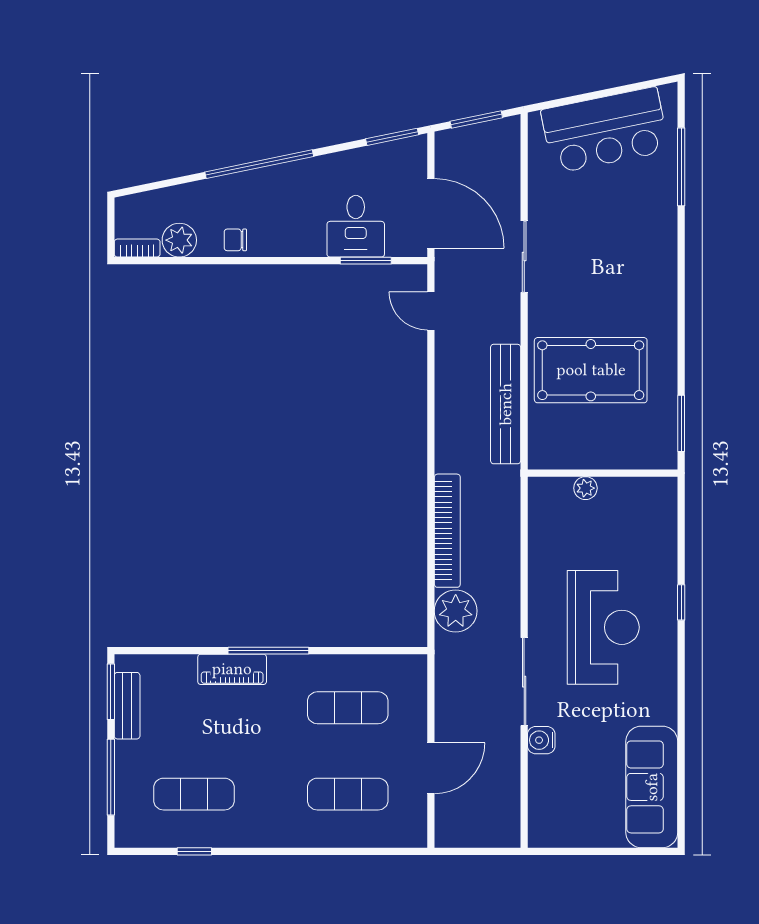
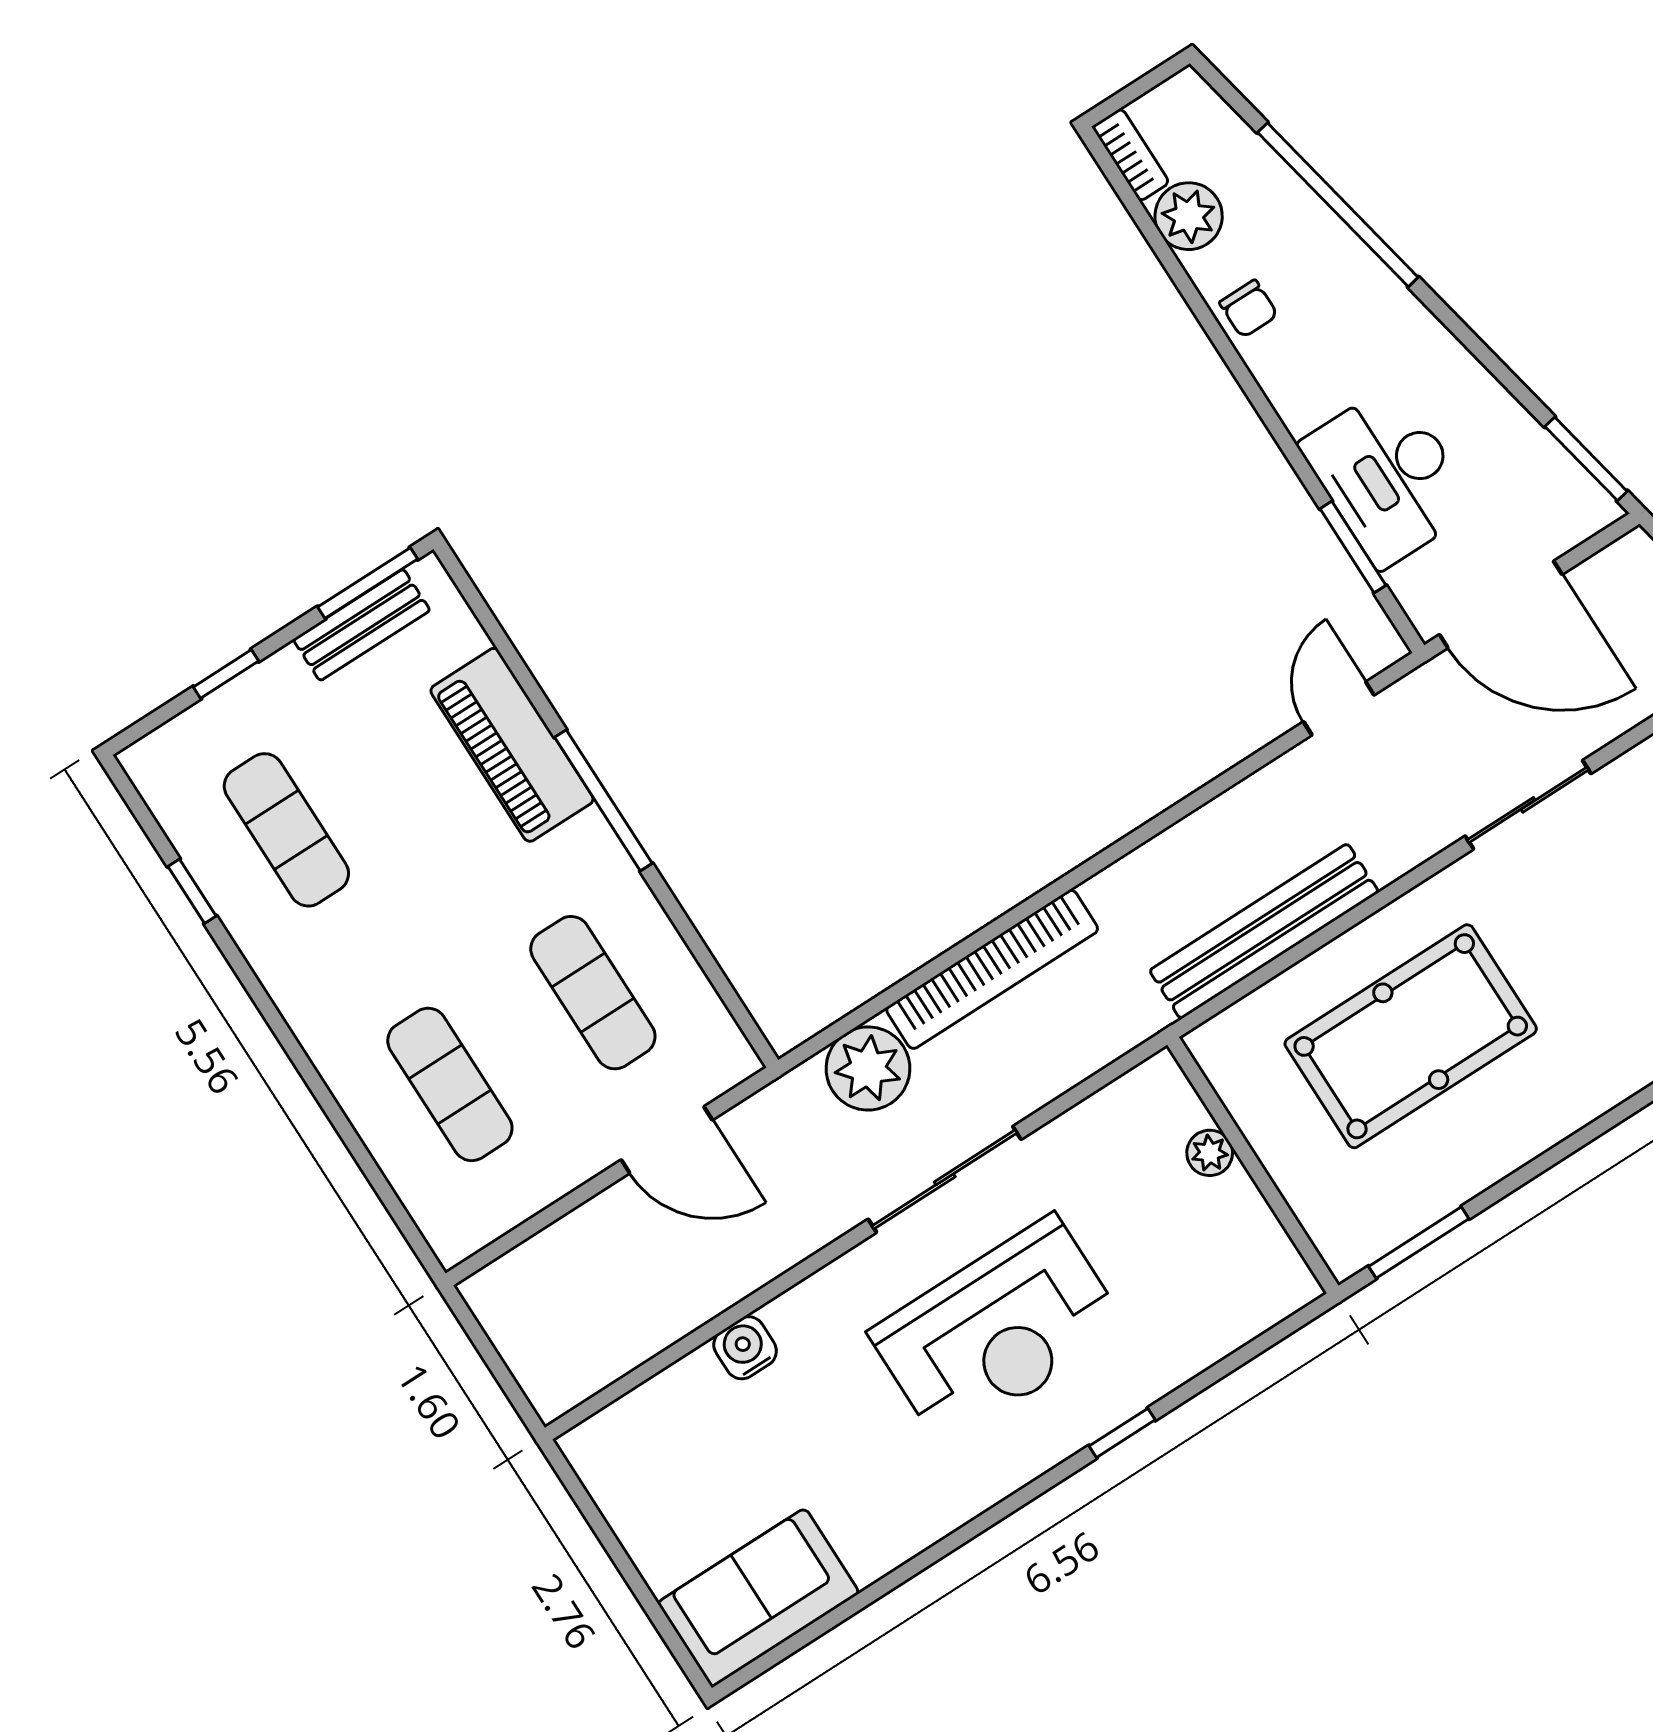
window: (259, 164) -> (1338, 205), moved
door: (431, 213) -> (1501, 604), hinge flipped
desk: (356, 226) -> (1388, 476), width x1.37
chair: (235, 240) -> (1249, 309), turned 180
pool table: (591, 370) -> (1411, 1036), turned 90
piano: (232, 669) -> (512, 745), width x1.37, depth x1.33
sliding door: (524, 682) -> (945, 1179), moved
door: (431, 768) -> (667, 1140), moved
window: (111, 777) -> (226, 674), width x0.46
sofa: (652, 787) -> (758, 1598), width x0.73

